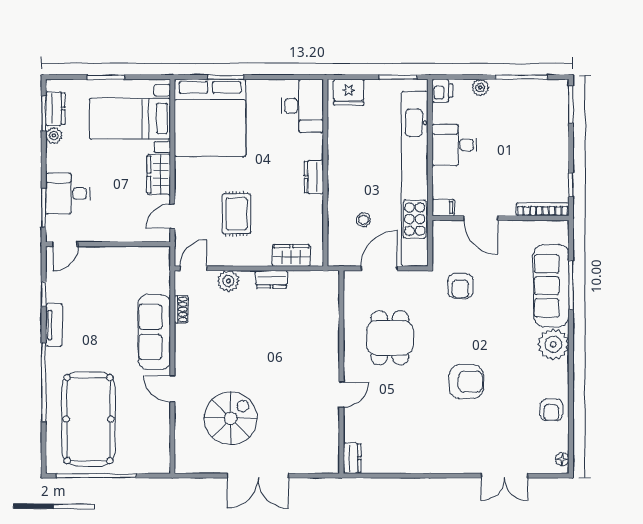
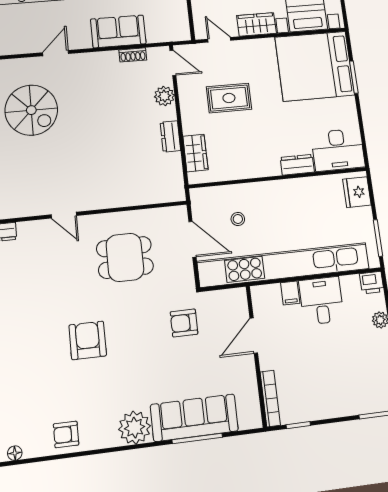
dresser: (314, 177) -> (297, 165), moved
filing cabinet: (443, 208) -> (290, 293), moved
sofa: (154, 332) -> (118, 31), width x0.73
armchair: (466, 382) -> (88, 340), turned 180

